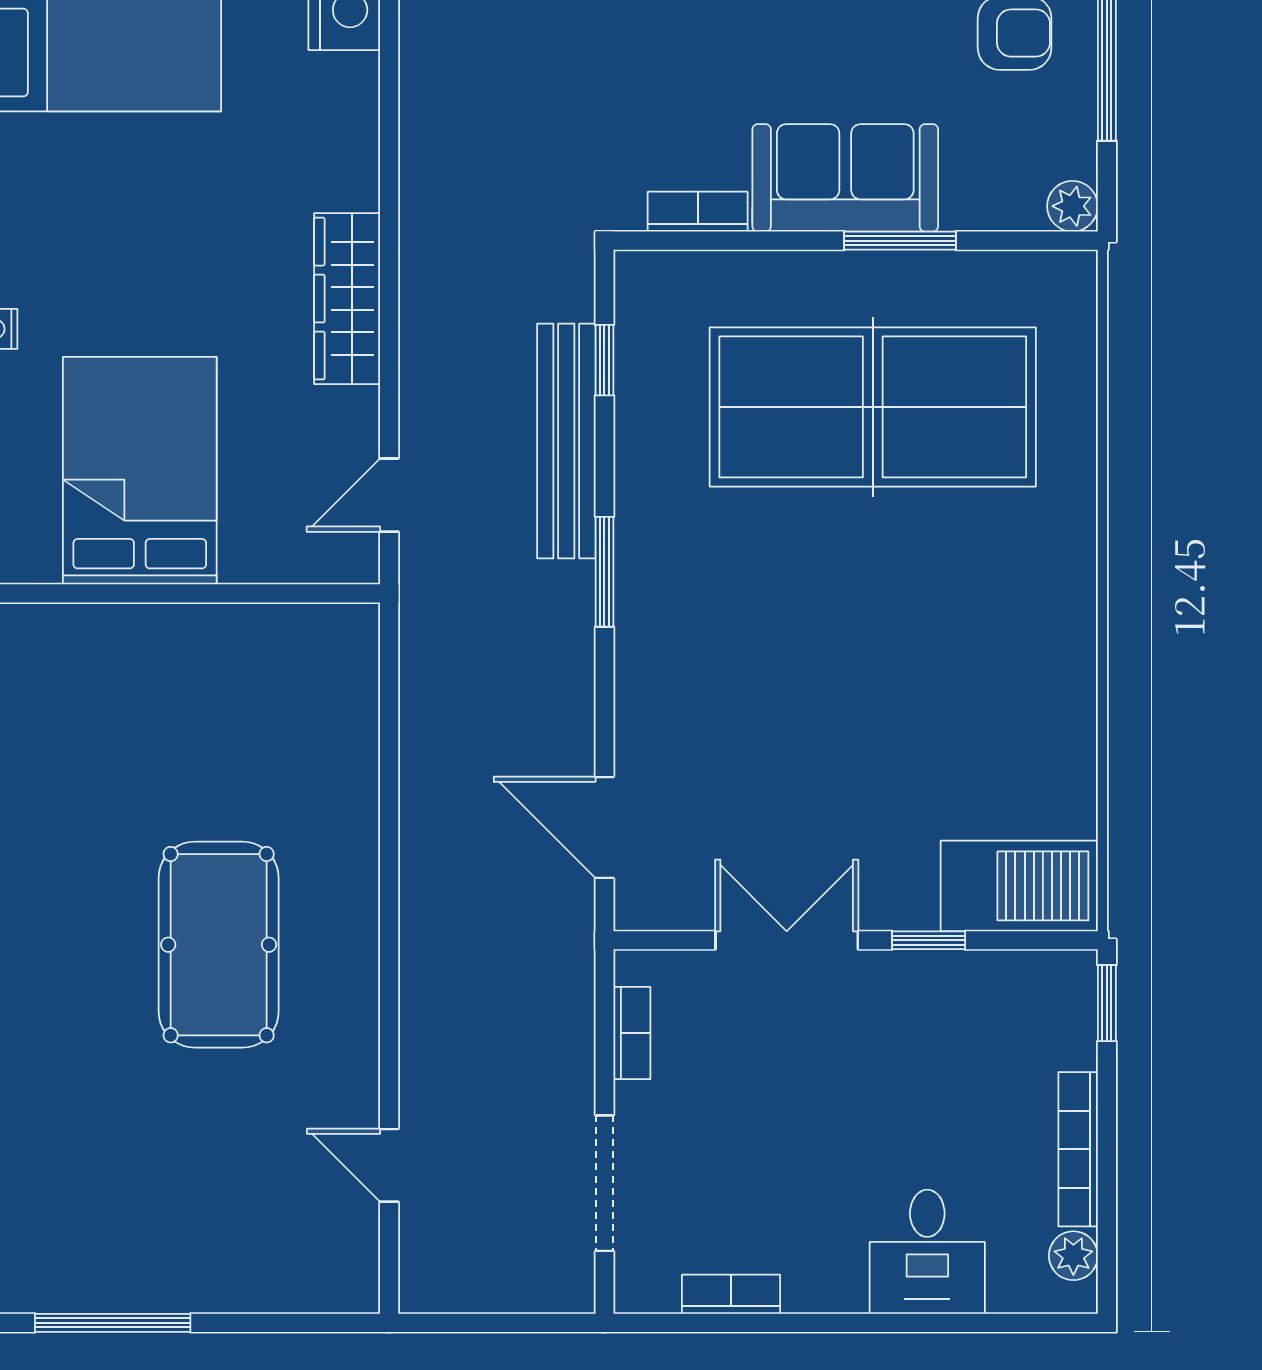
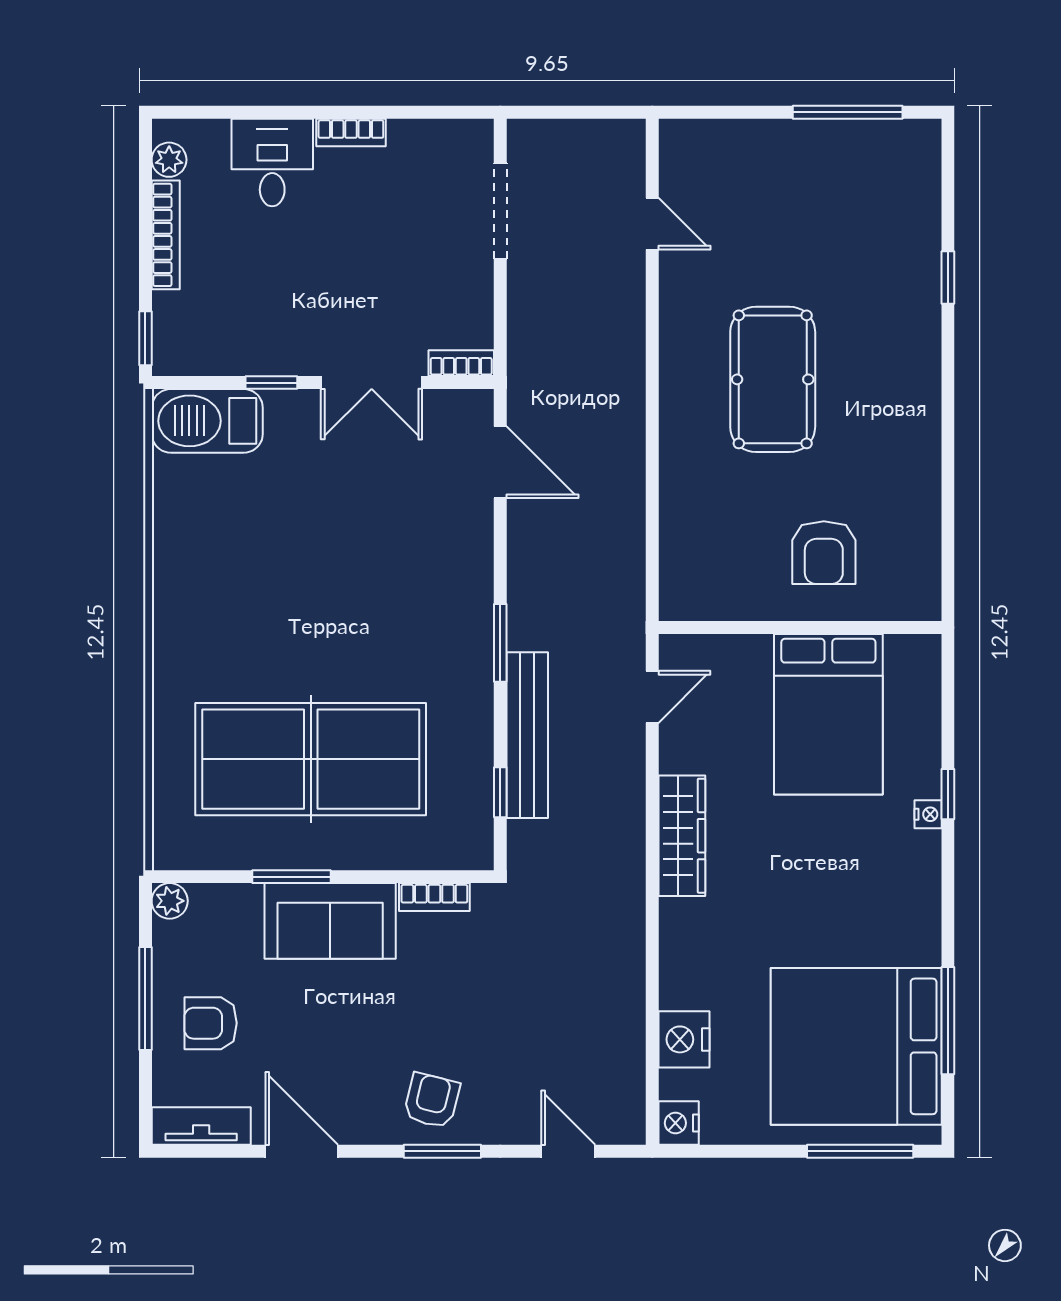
armchair: (146, 699) -> (824, 553), added
bookcase: (632, 1033) -> (461, 363), moved, turned 90
bookcase: (731, 1294) -> (351, 132), moved

